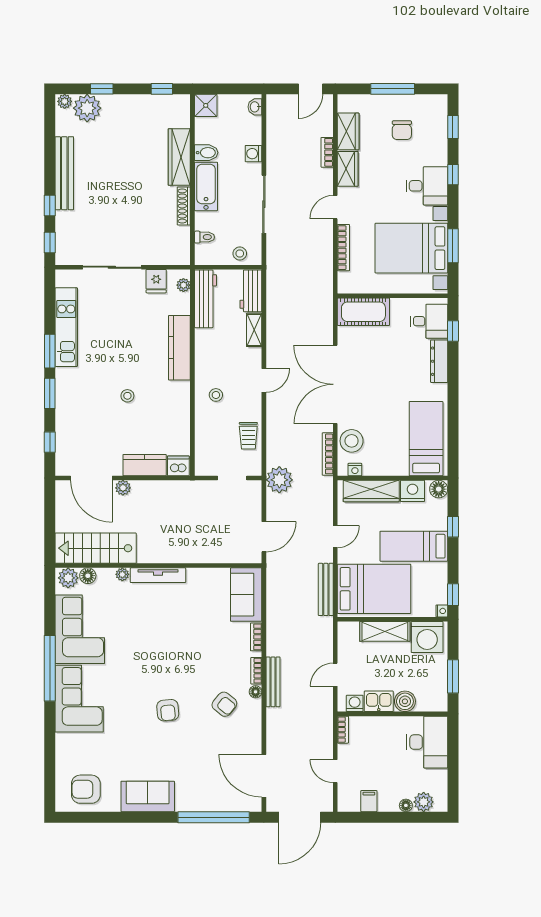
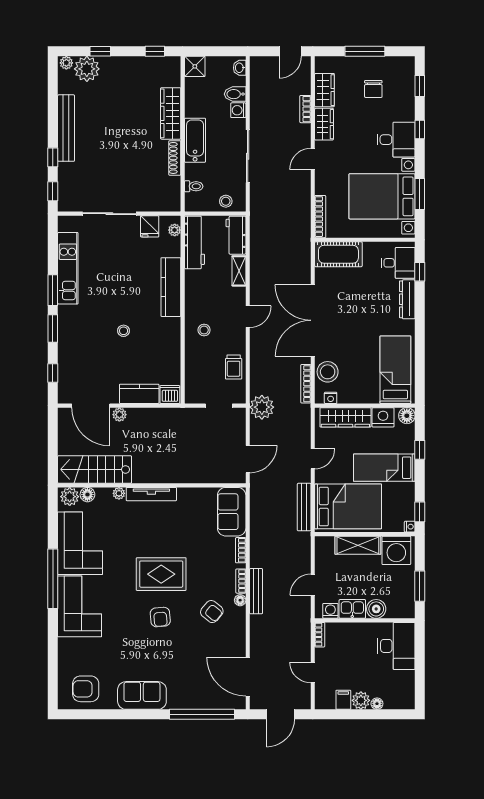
bidet: (206, 153) -> (235, 94), moved, turned 180
bookcase: (343, 248) -> (320, 217), moved
rug: (169, 663) -> (161, 574), added
plant: (424, 802) -> (361, 700), moved
door: (300, 817) -> (280, 714), width x0.73

